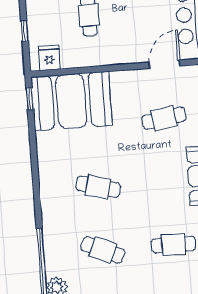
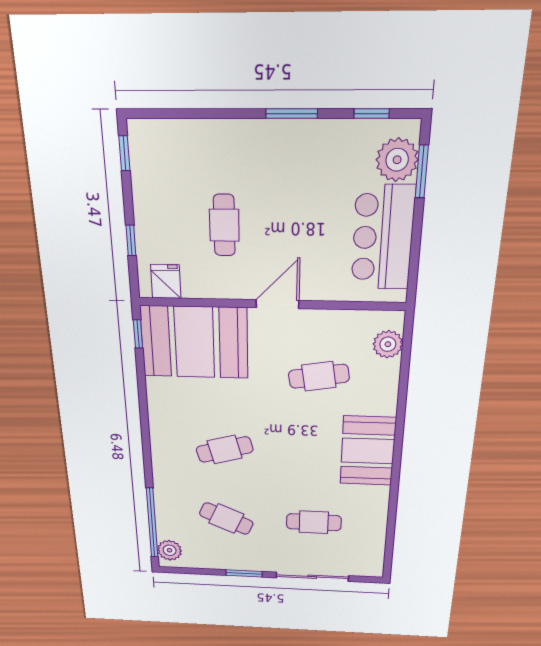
door: (165, 64) -> (277, 304), moved
cafe table: (98, 187) -> (225, 449), turned -30

